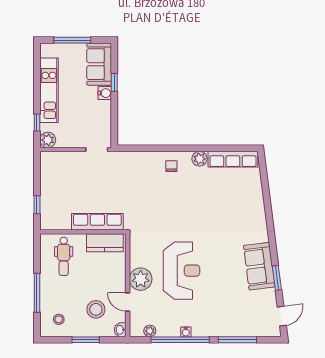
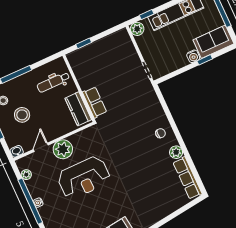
row of seats: (97, 222) -> (95, 102), width x0.68
stool: (96, 309) -> (22, 115), moved

